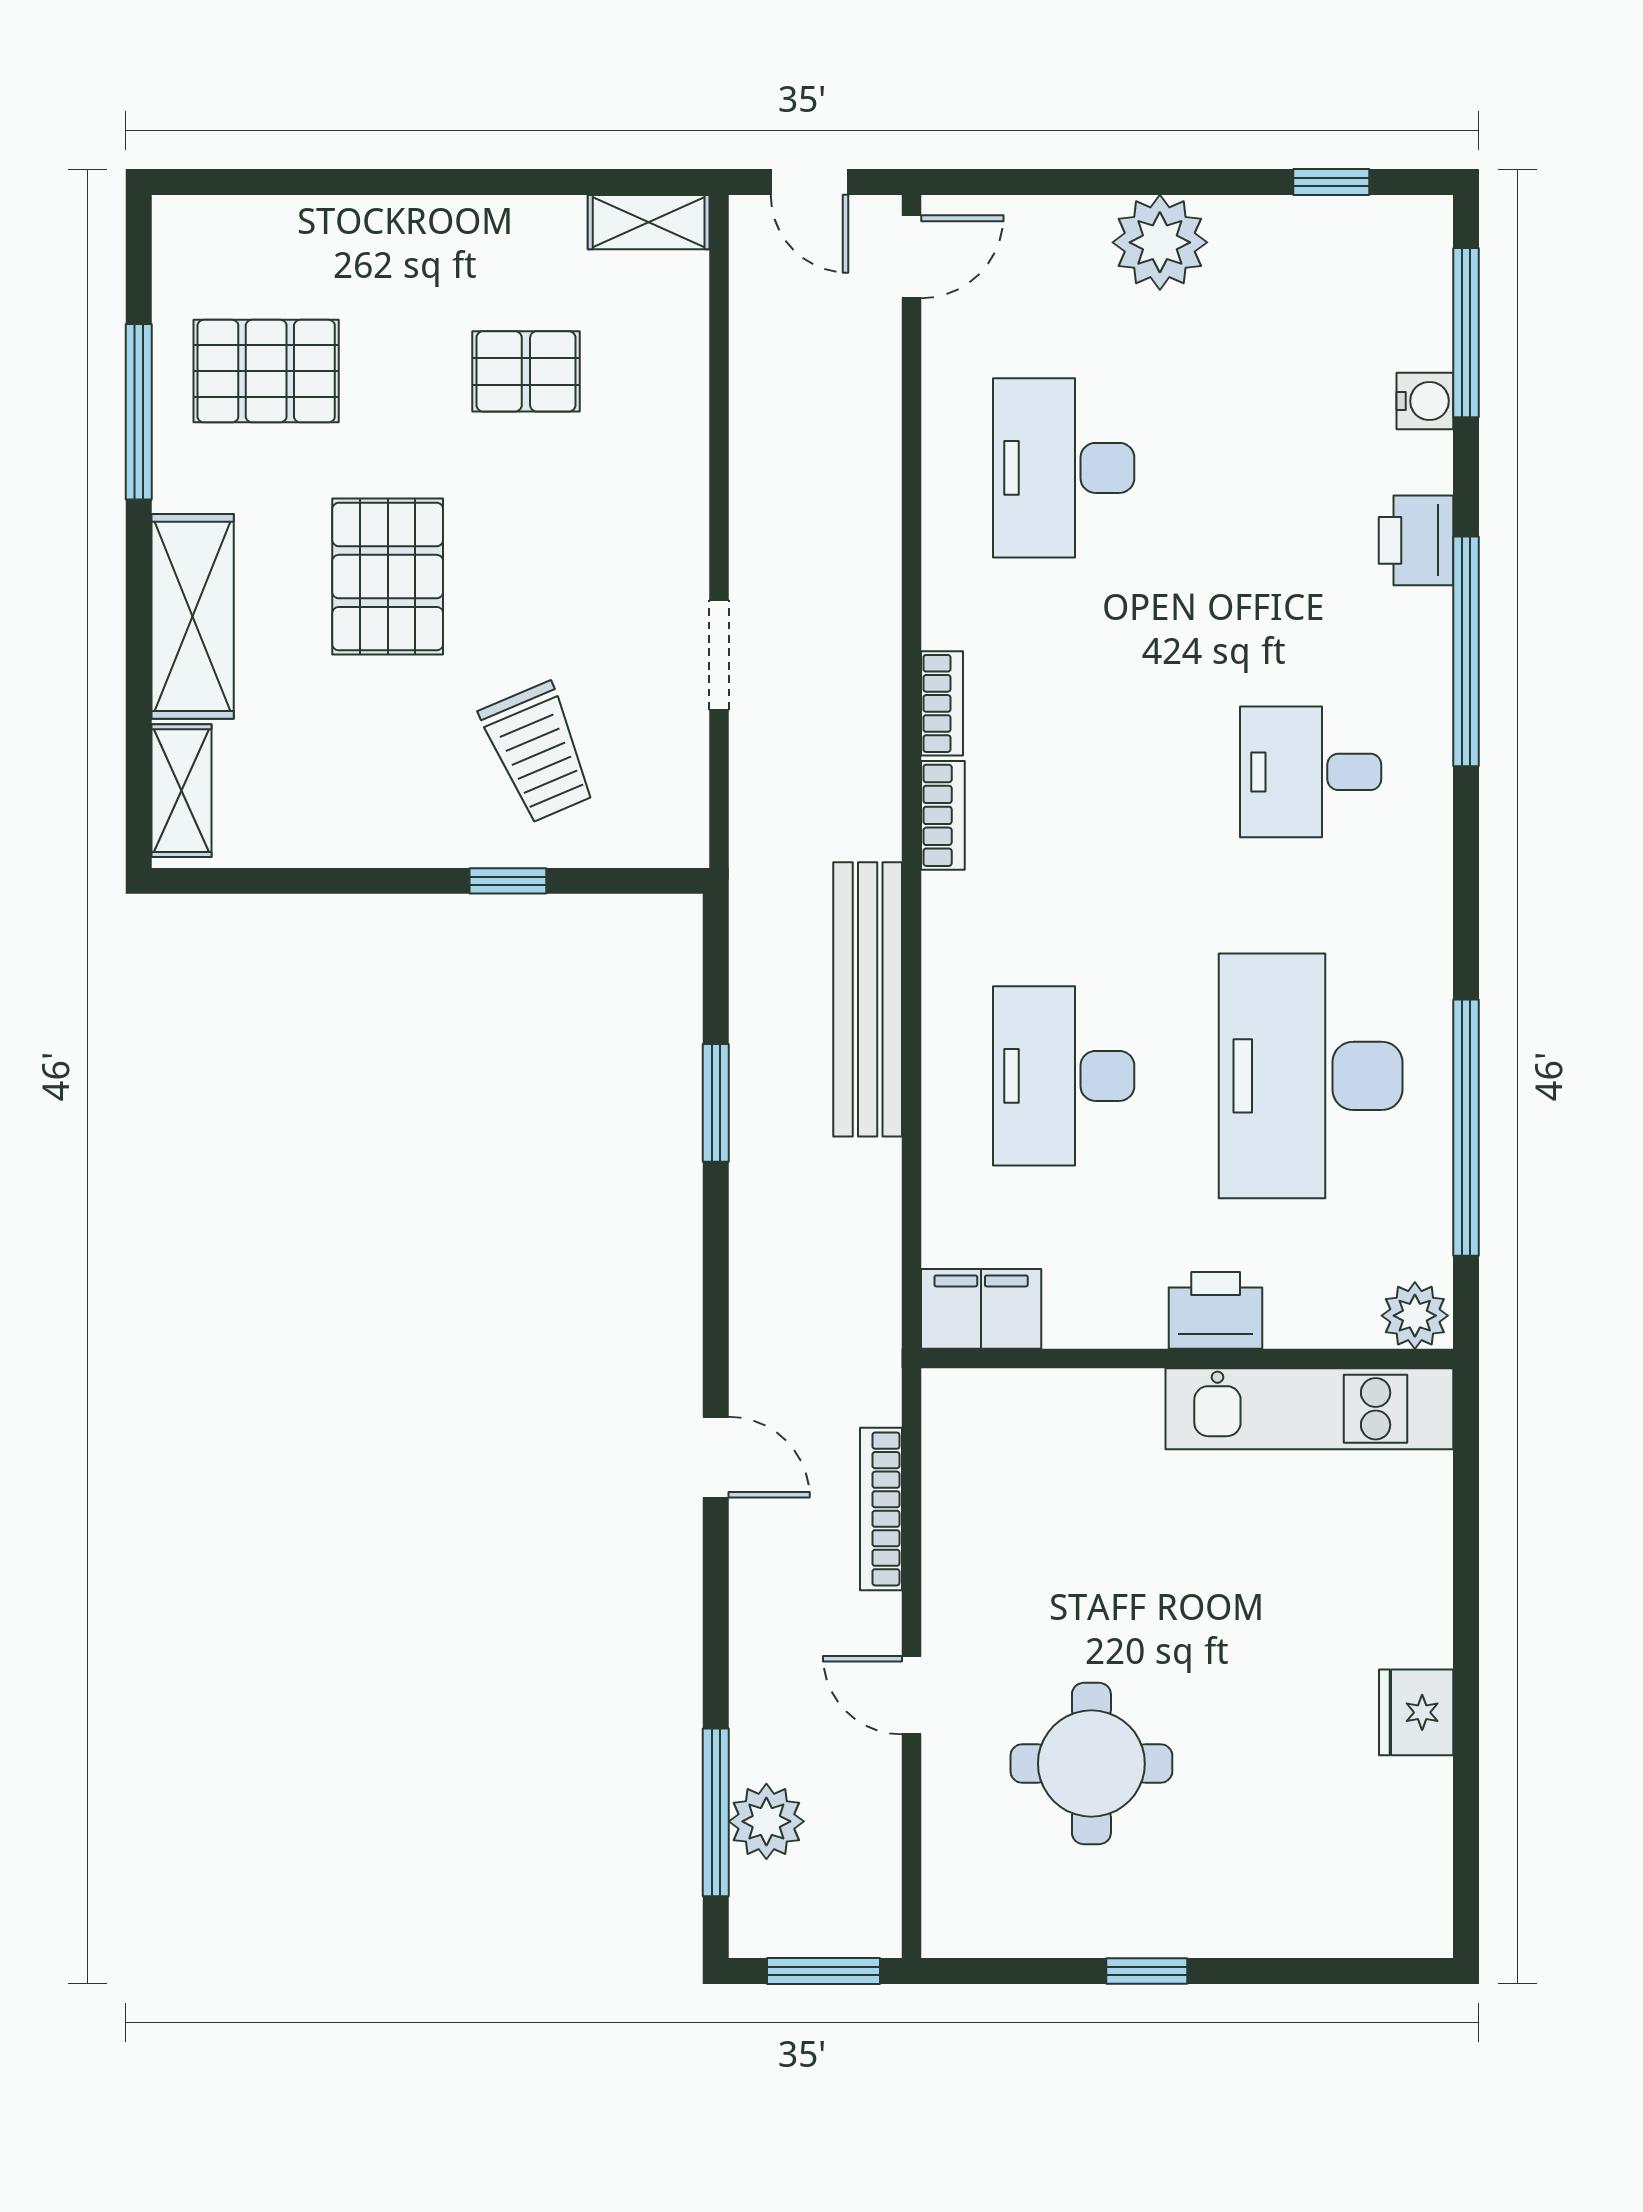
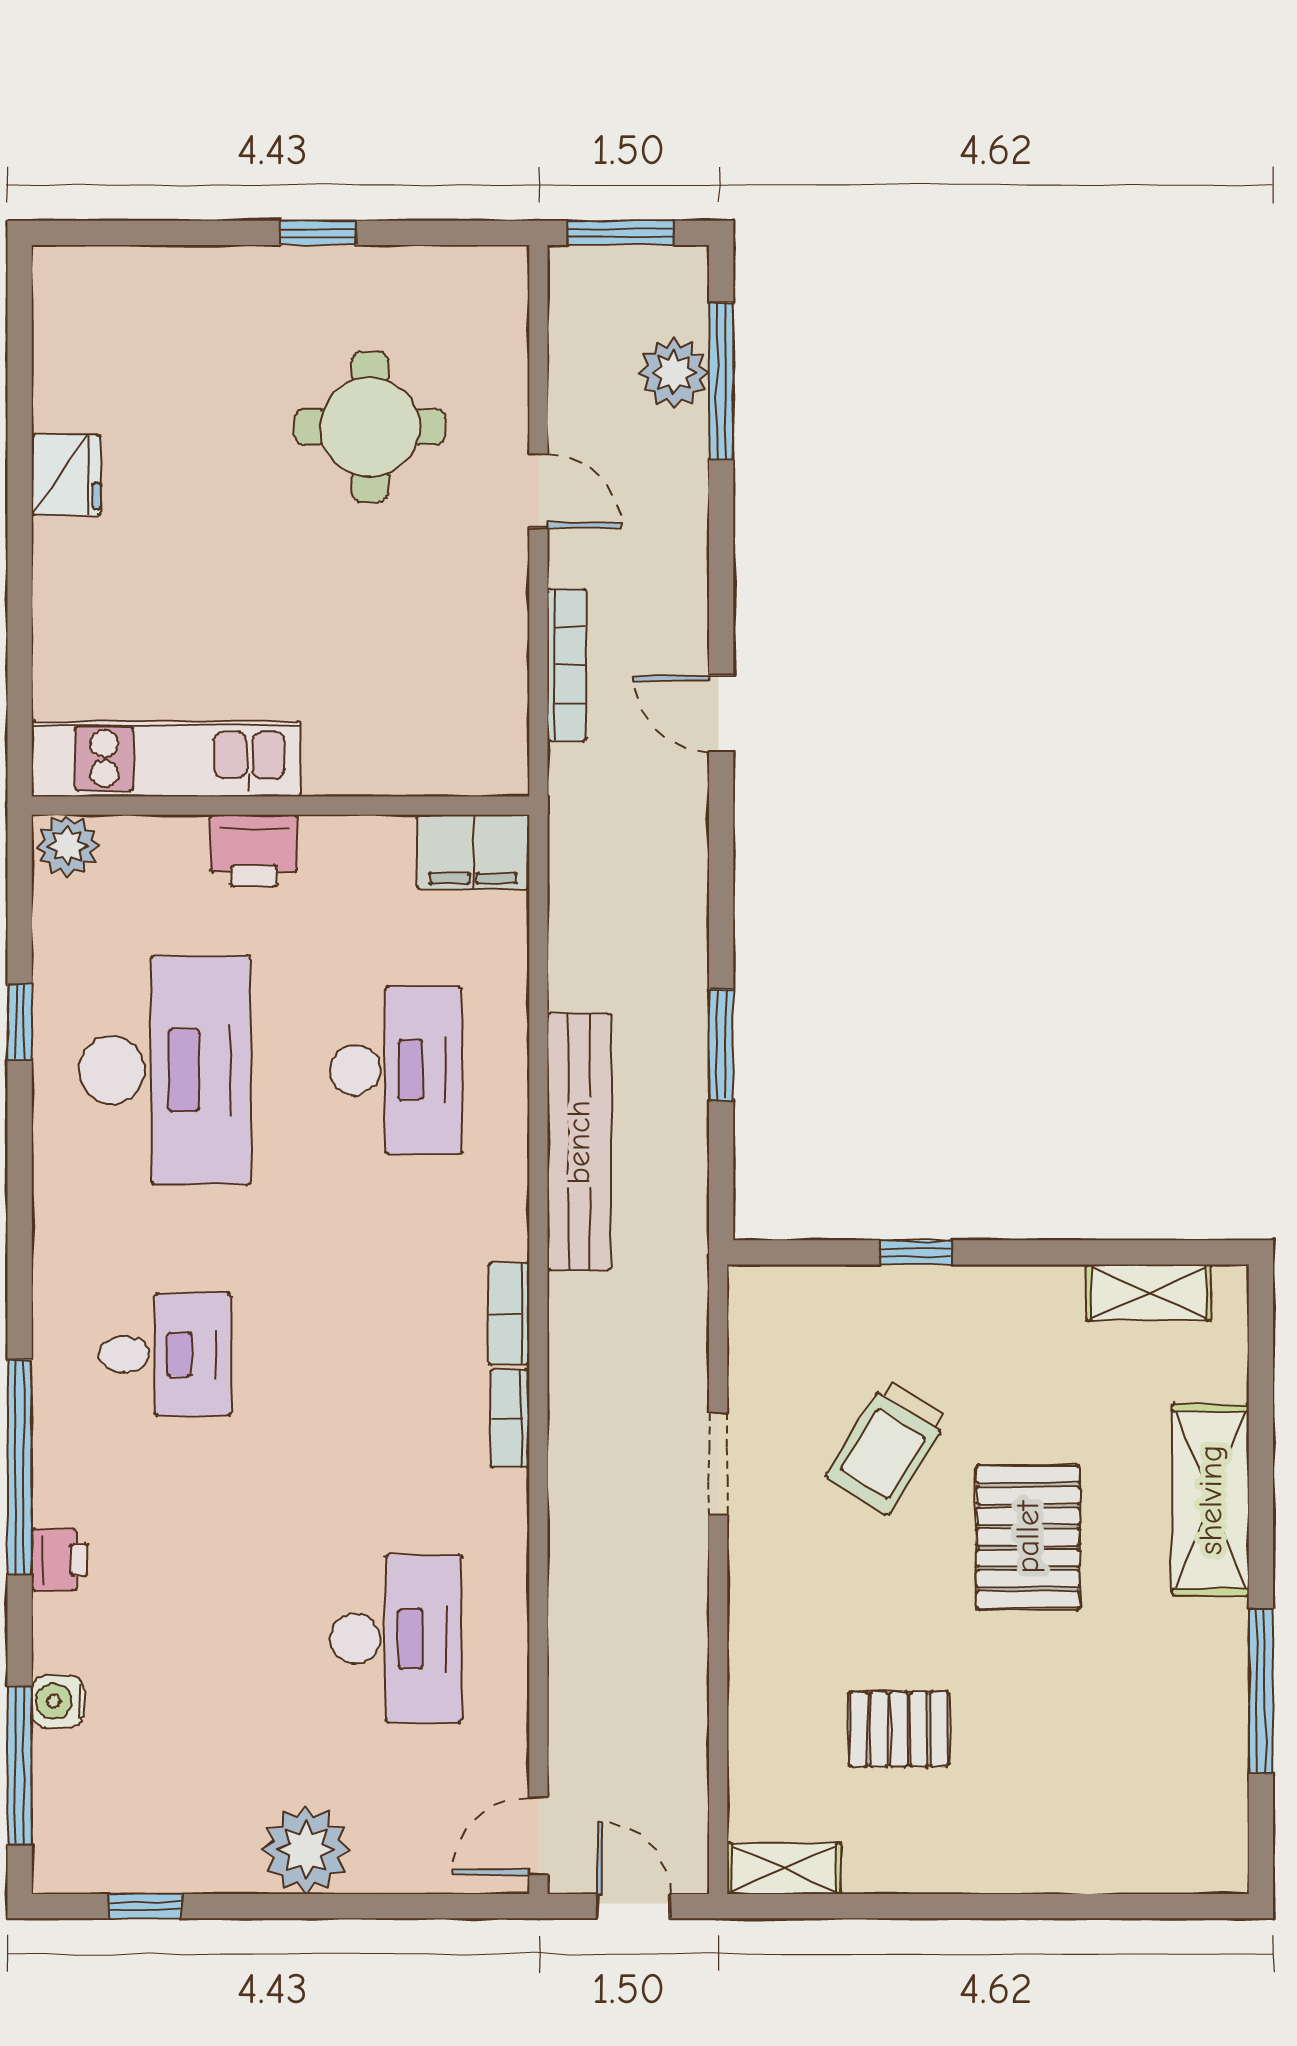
pallet: (266, 371) -> (1142, 1729), removed
printer: (1416, 540) -> (60, 1560), width x0.73, depth x0.81
trolley: (538, 753) -> (887, 1447), moved, turned -125
shelving: (181, 791) -> (1149, 1292), moved, turned 90
window: (1466, 1128) -> (20, 1022), width x0.32

